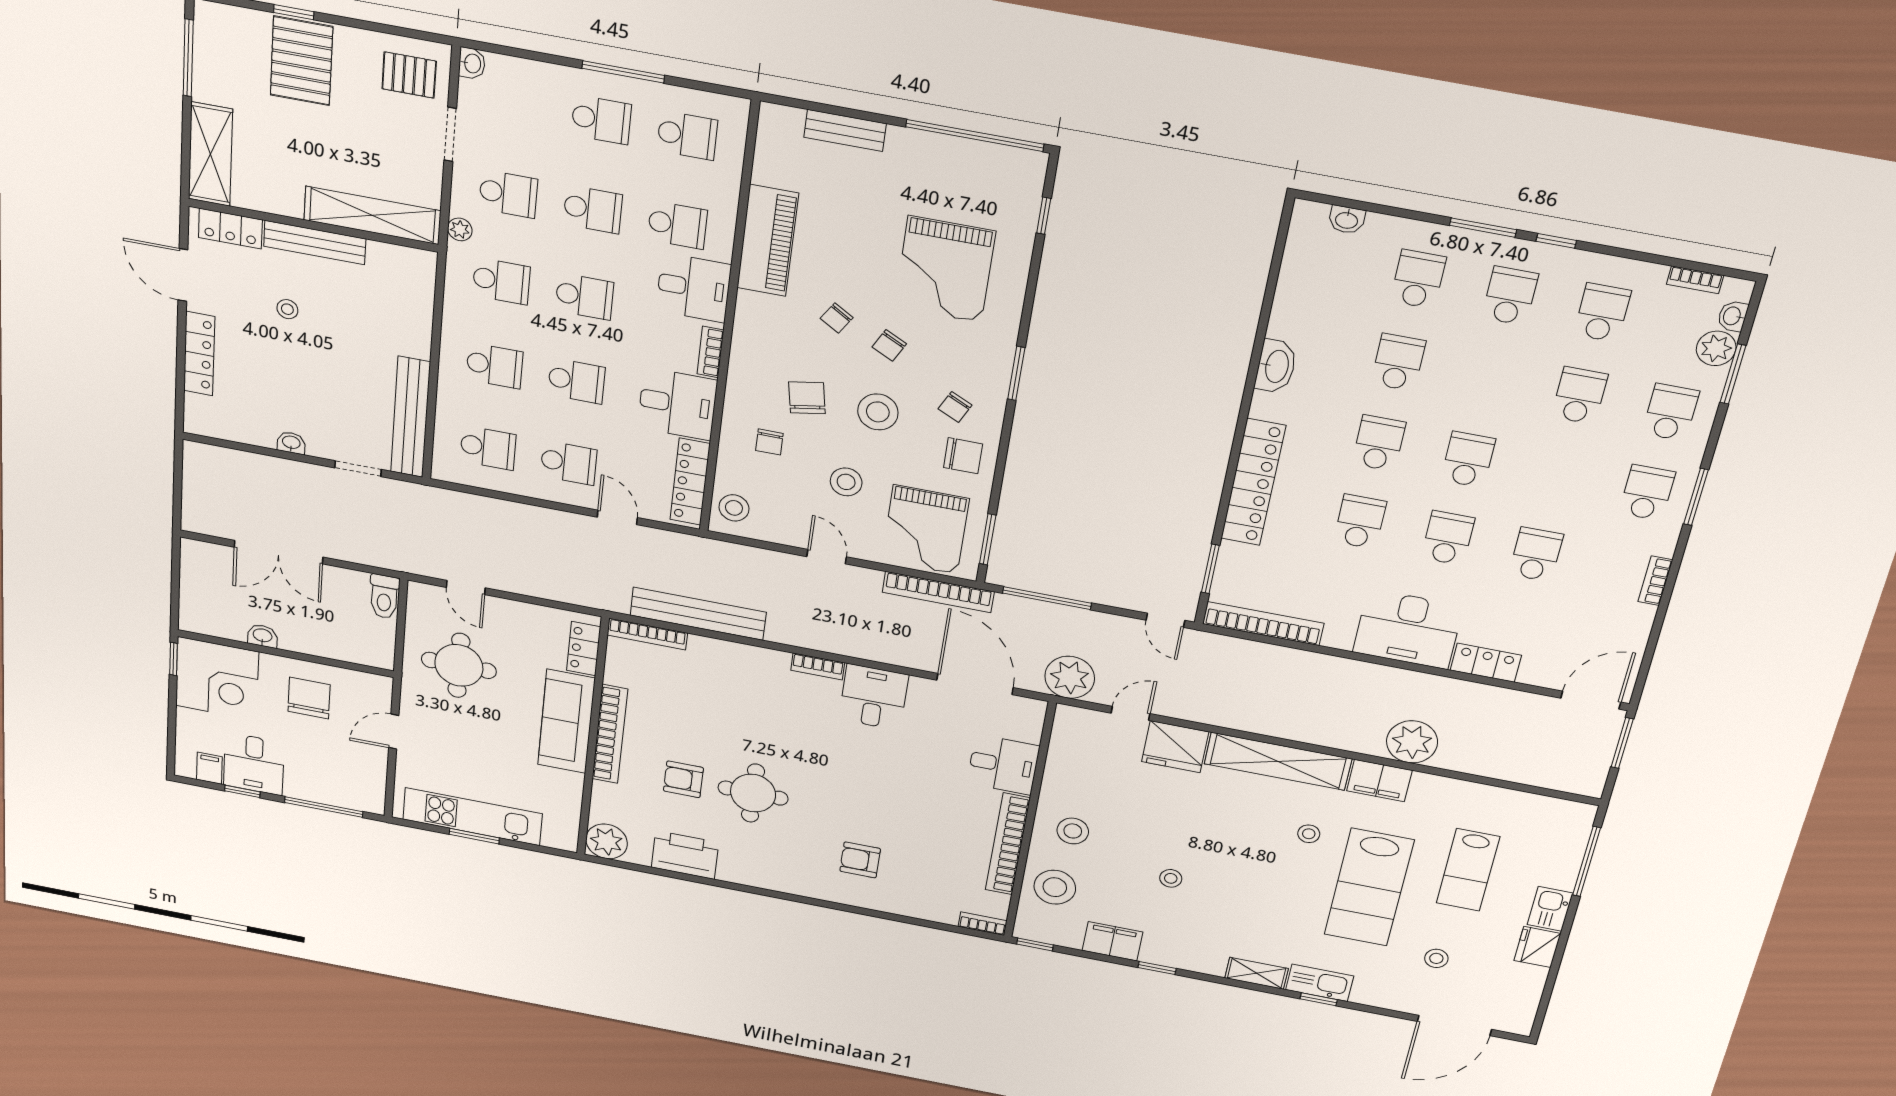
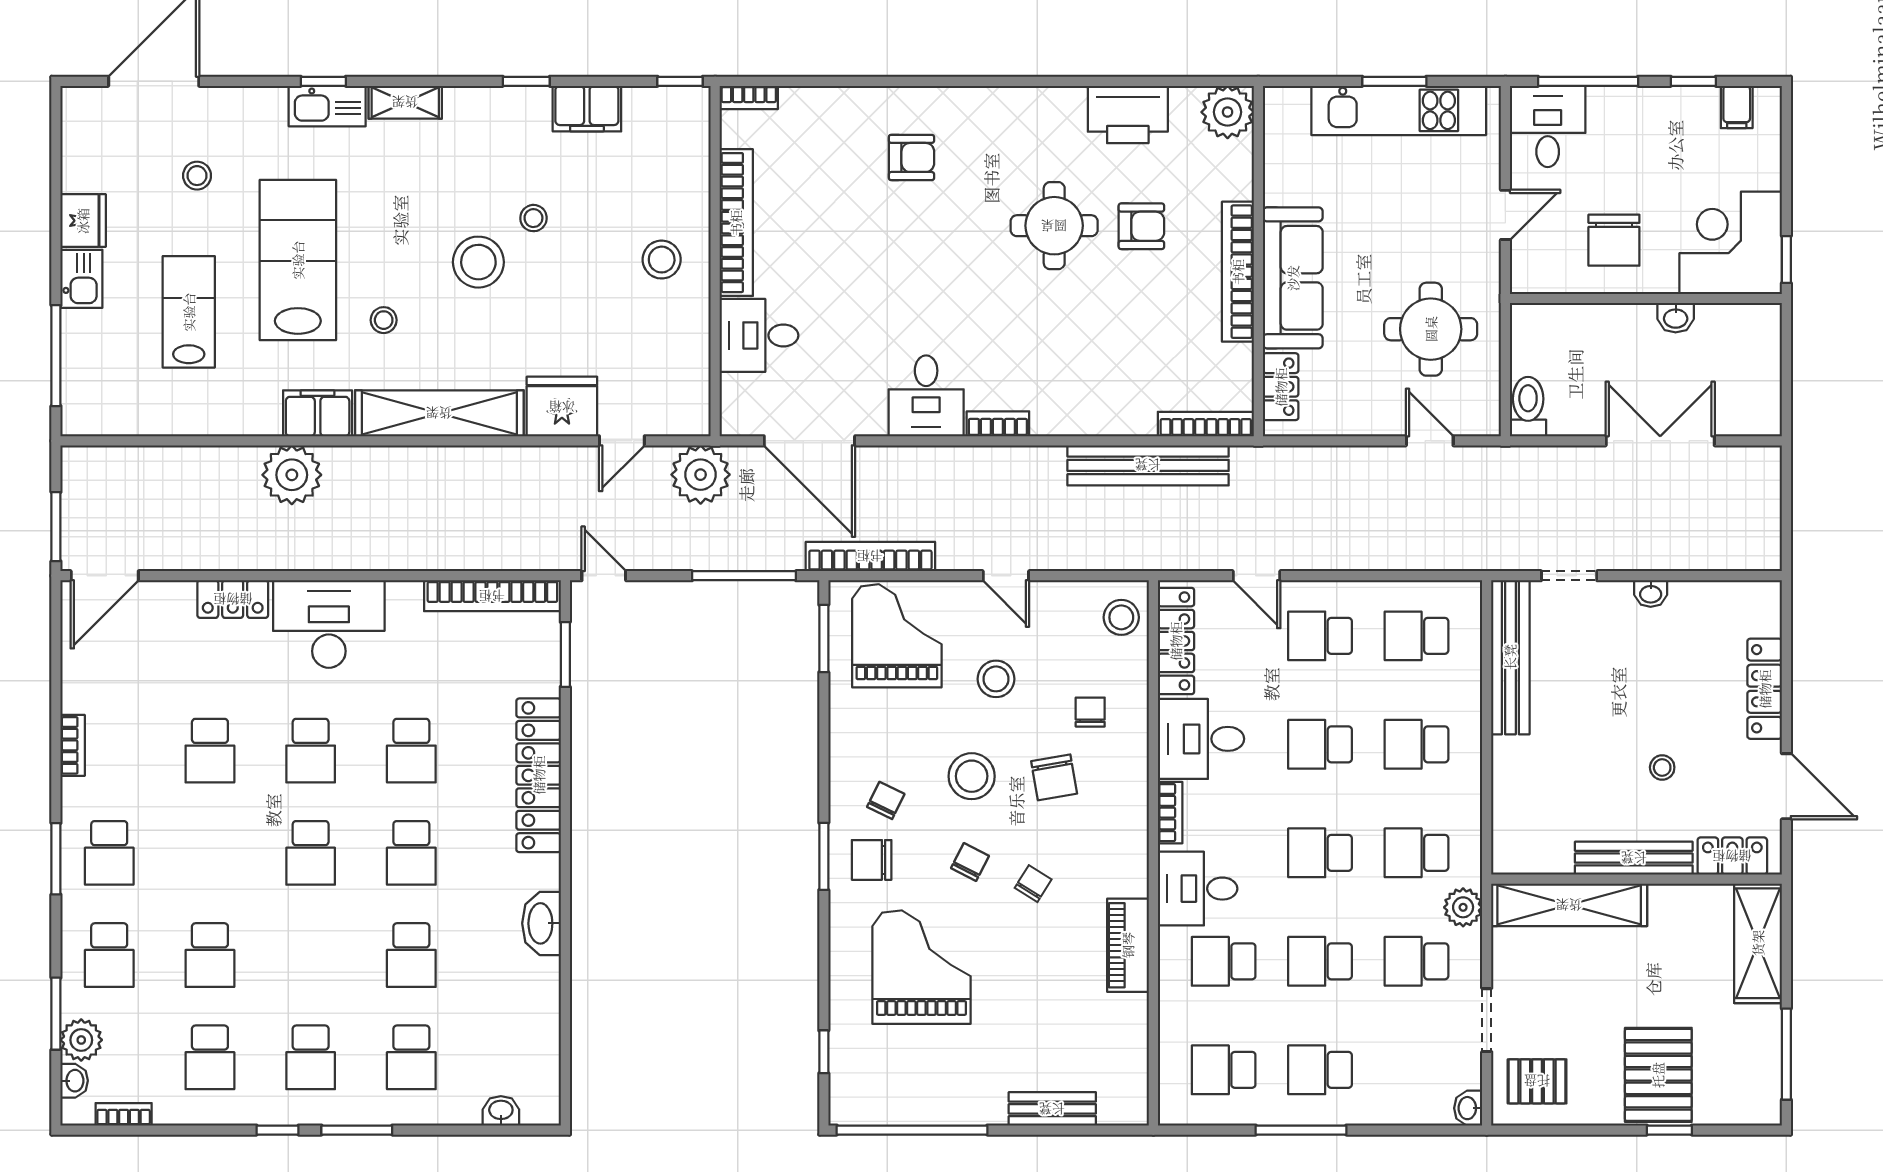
plant: (460, 229) -> (1463, 907), width x1.38, depth x1.38
piano: (768, 241) -> (1128, 945), width x0.73, depth x0.75
chair: (963, 456) -> (872, 860), moved
desk: (254, 764) -> (1548, 126), moved
stool: (1055, 887) -> (478, 262), moved

